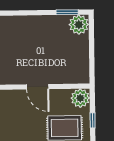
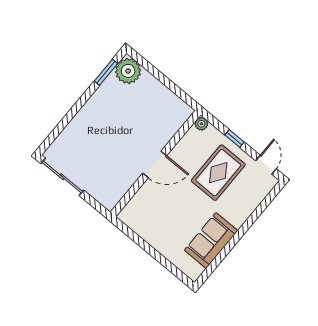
plant: (80, 98) -> (201, 124), width x0.53, depth x0.53

